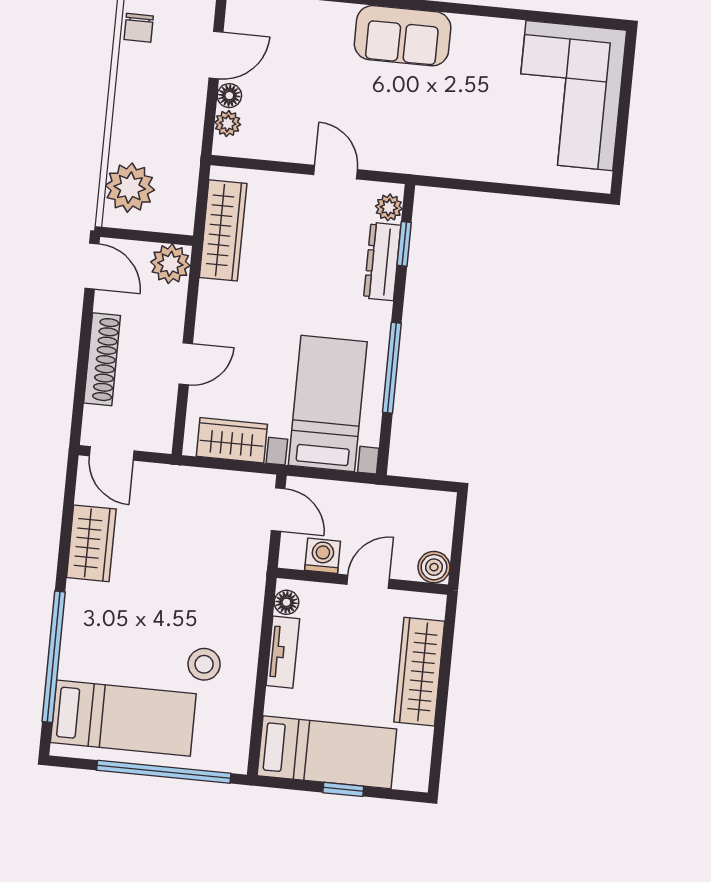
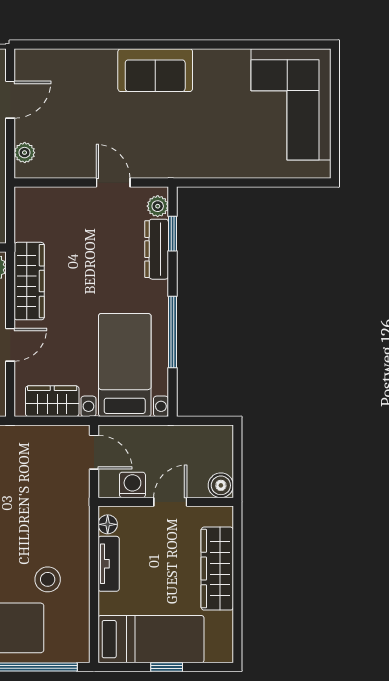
floor lamp: (229, 96) -> (24, 131), removed
wardrobe: (223, 230) -> (29, 281), moved

